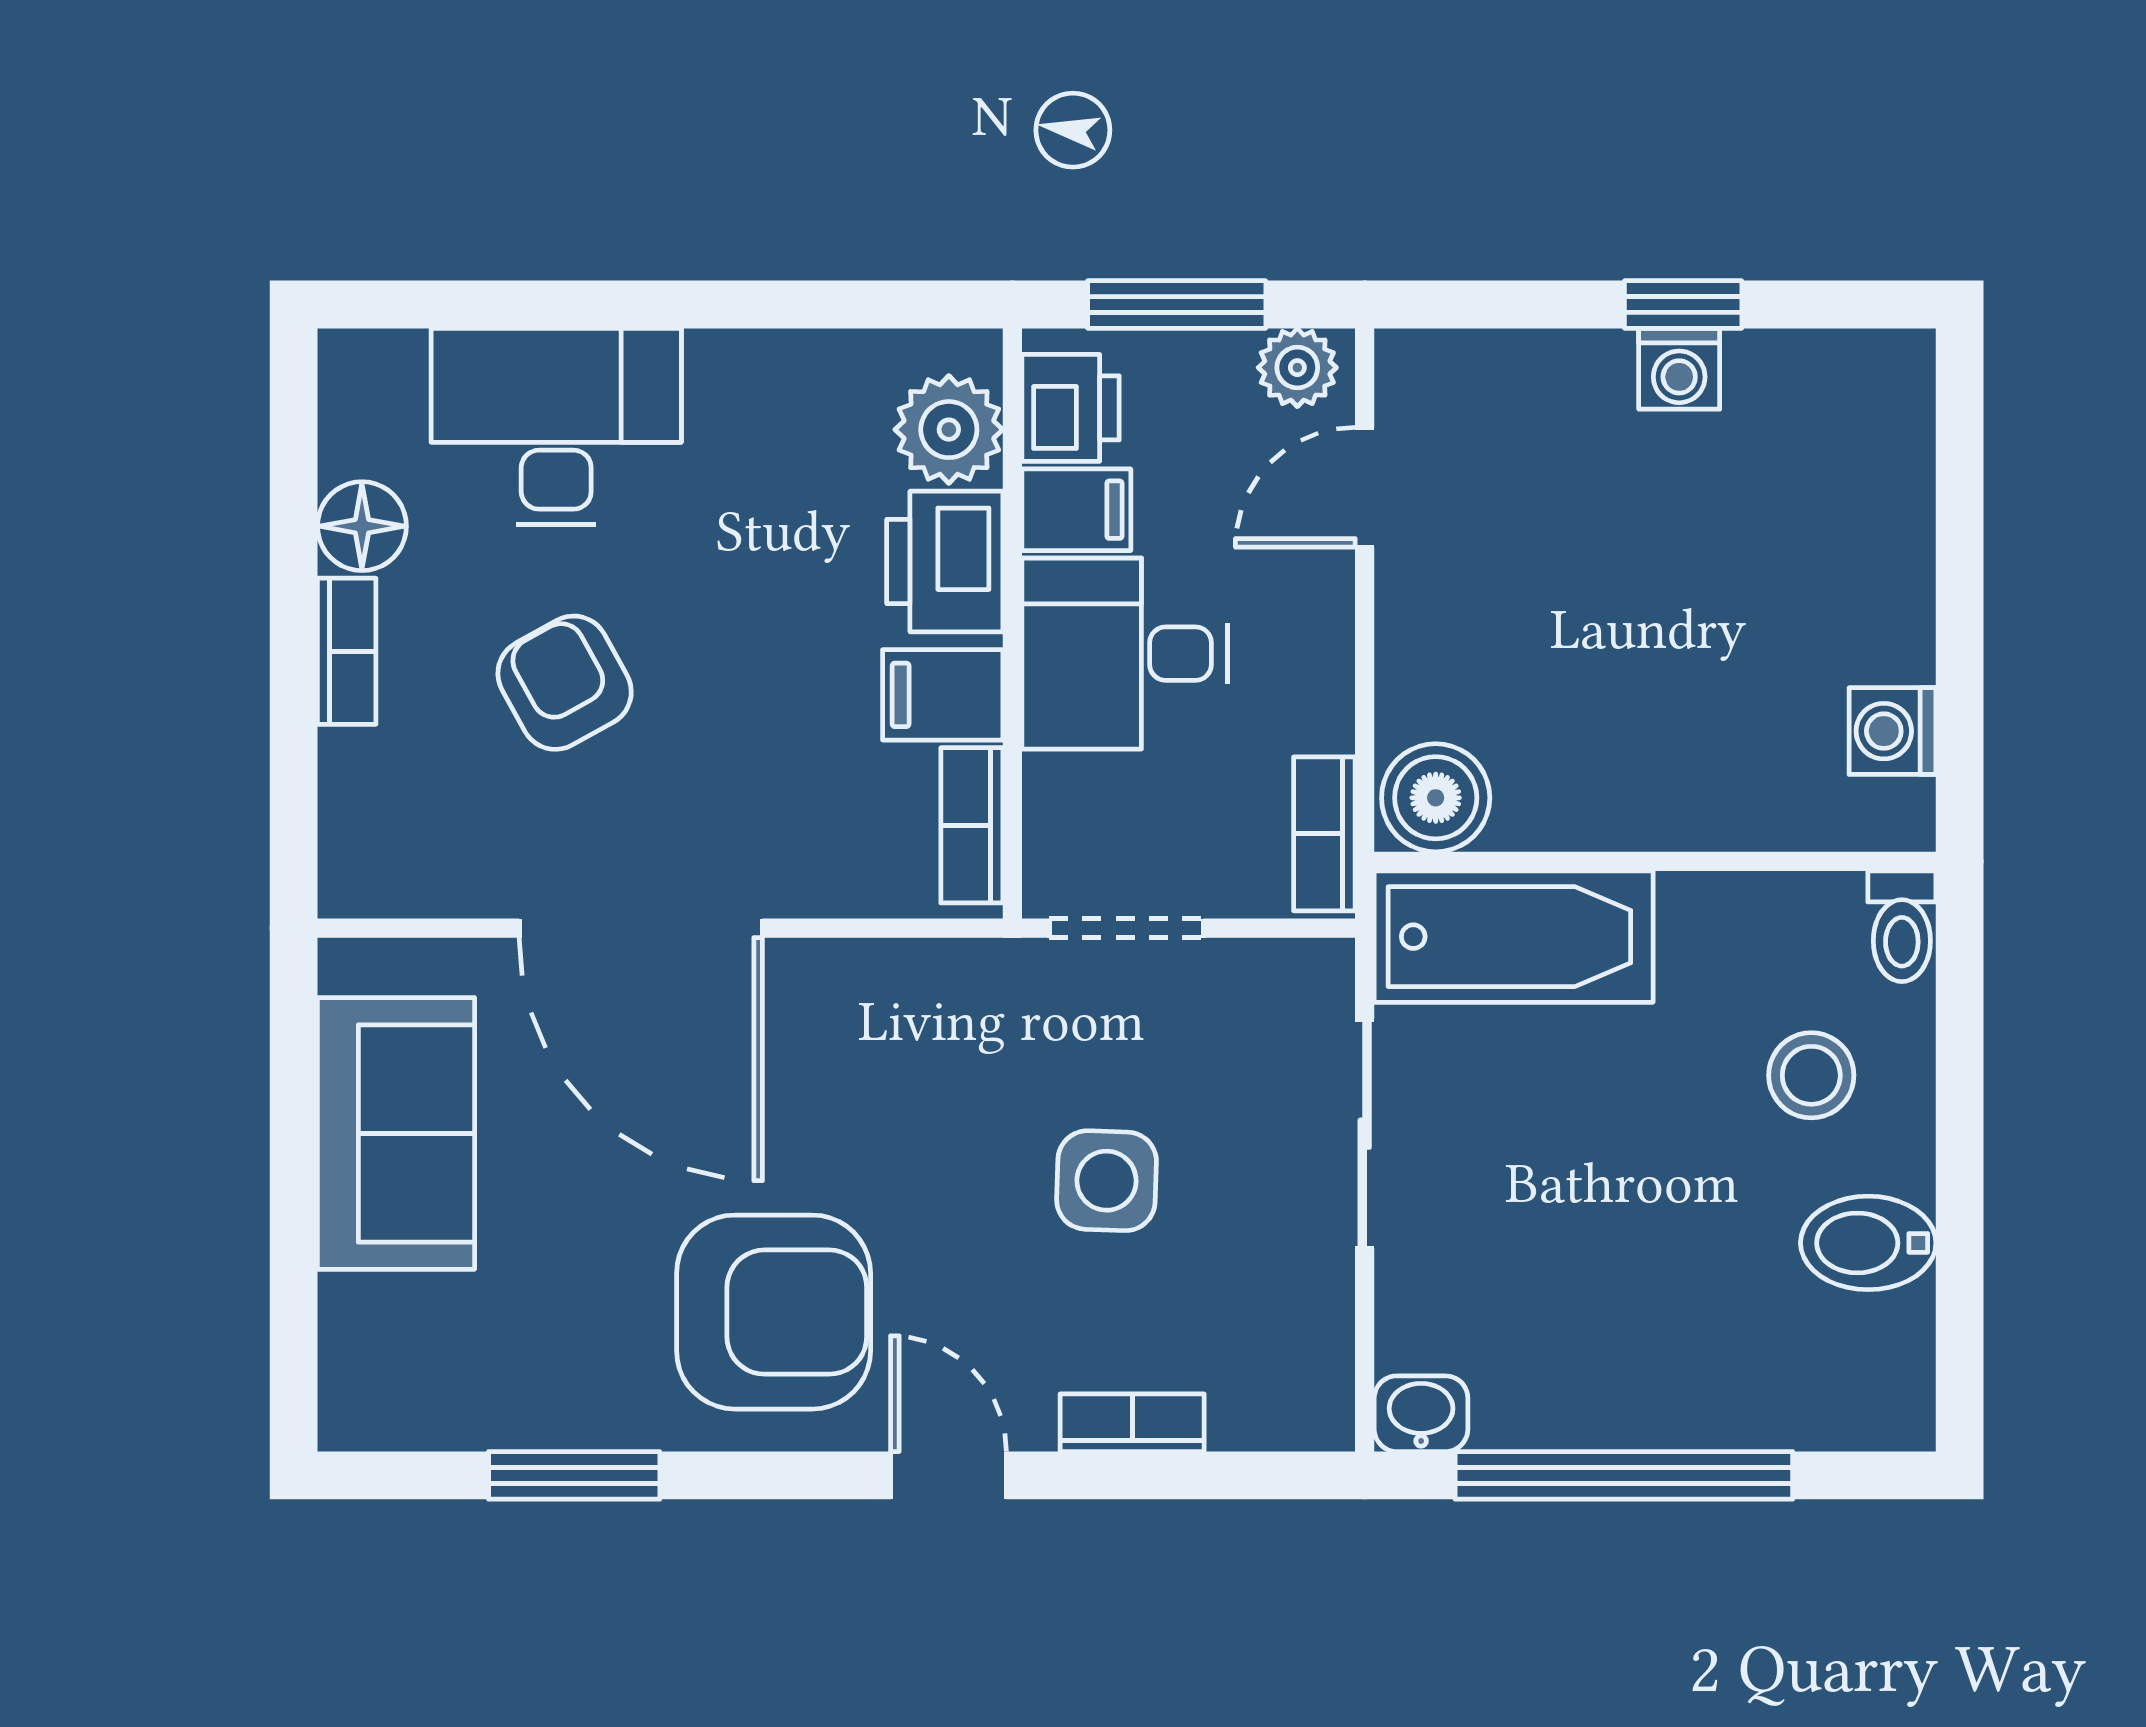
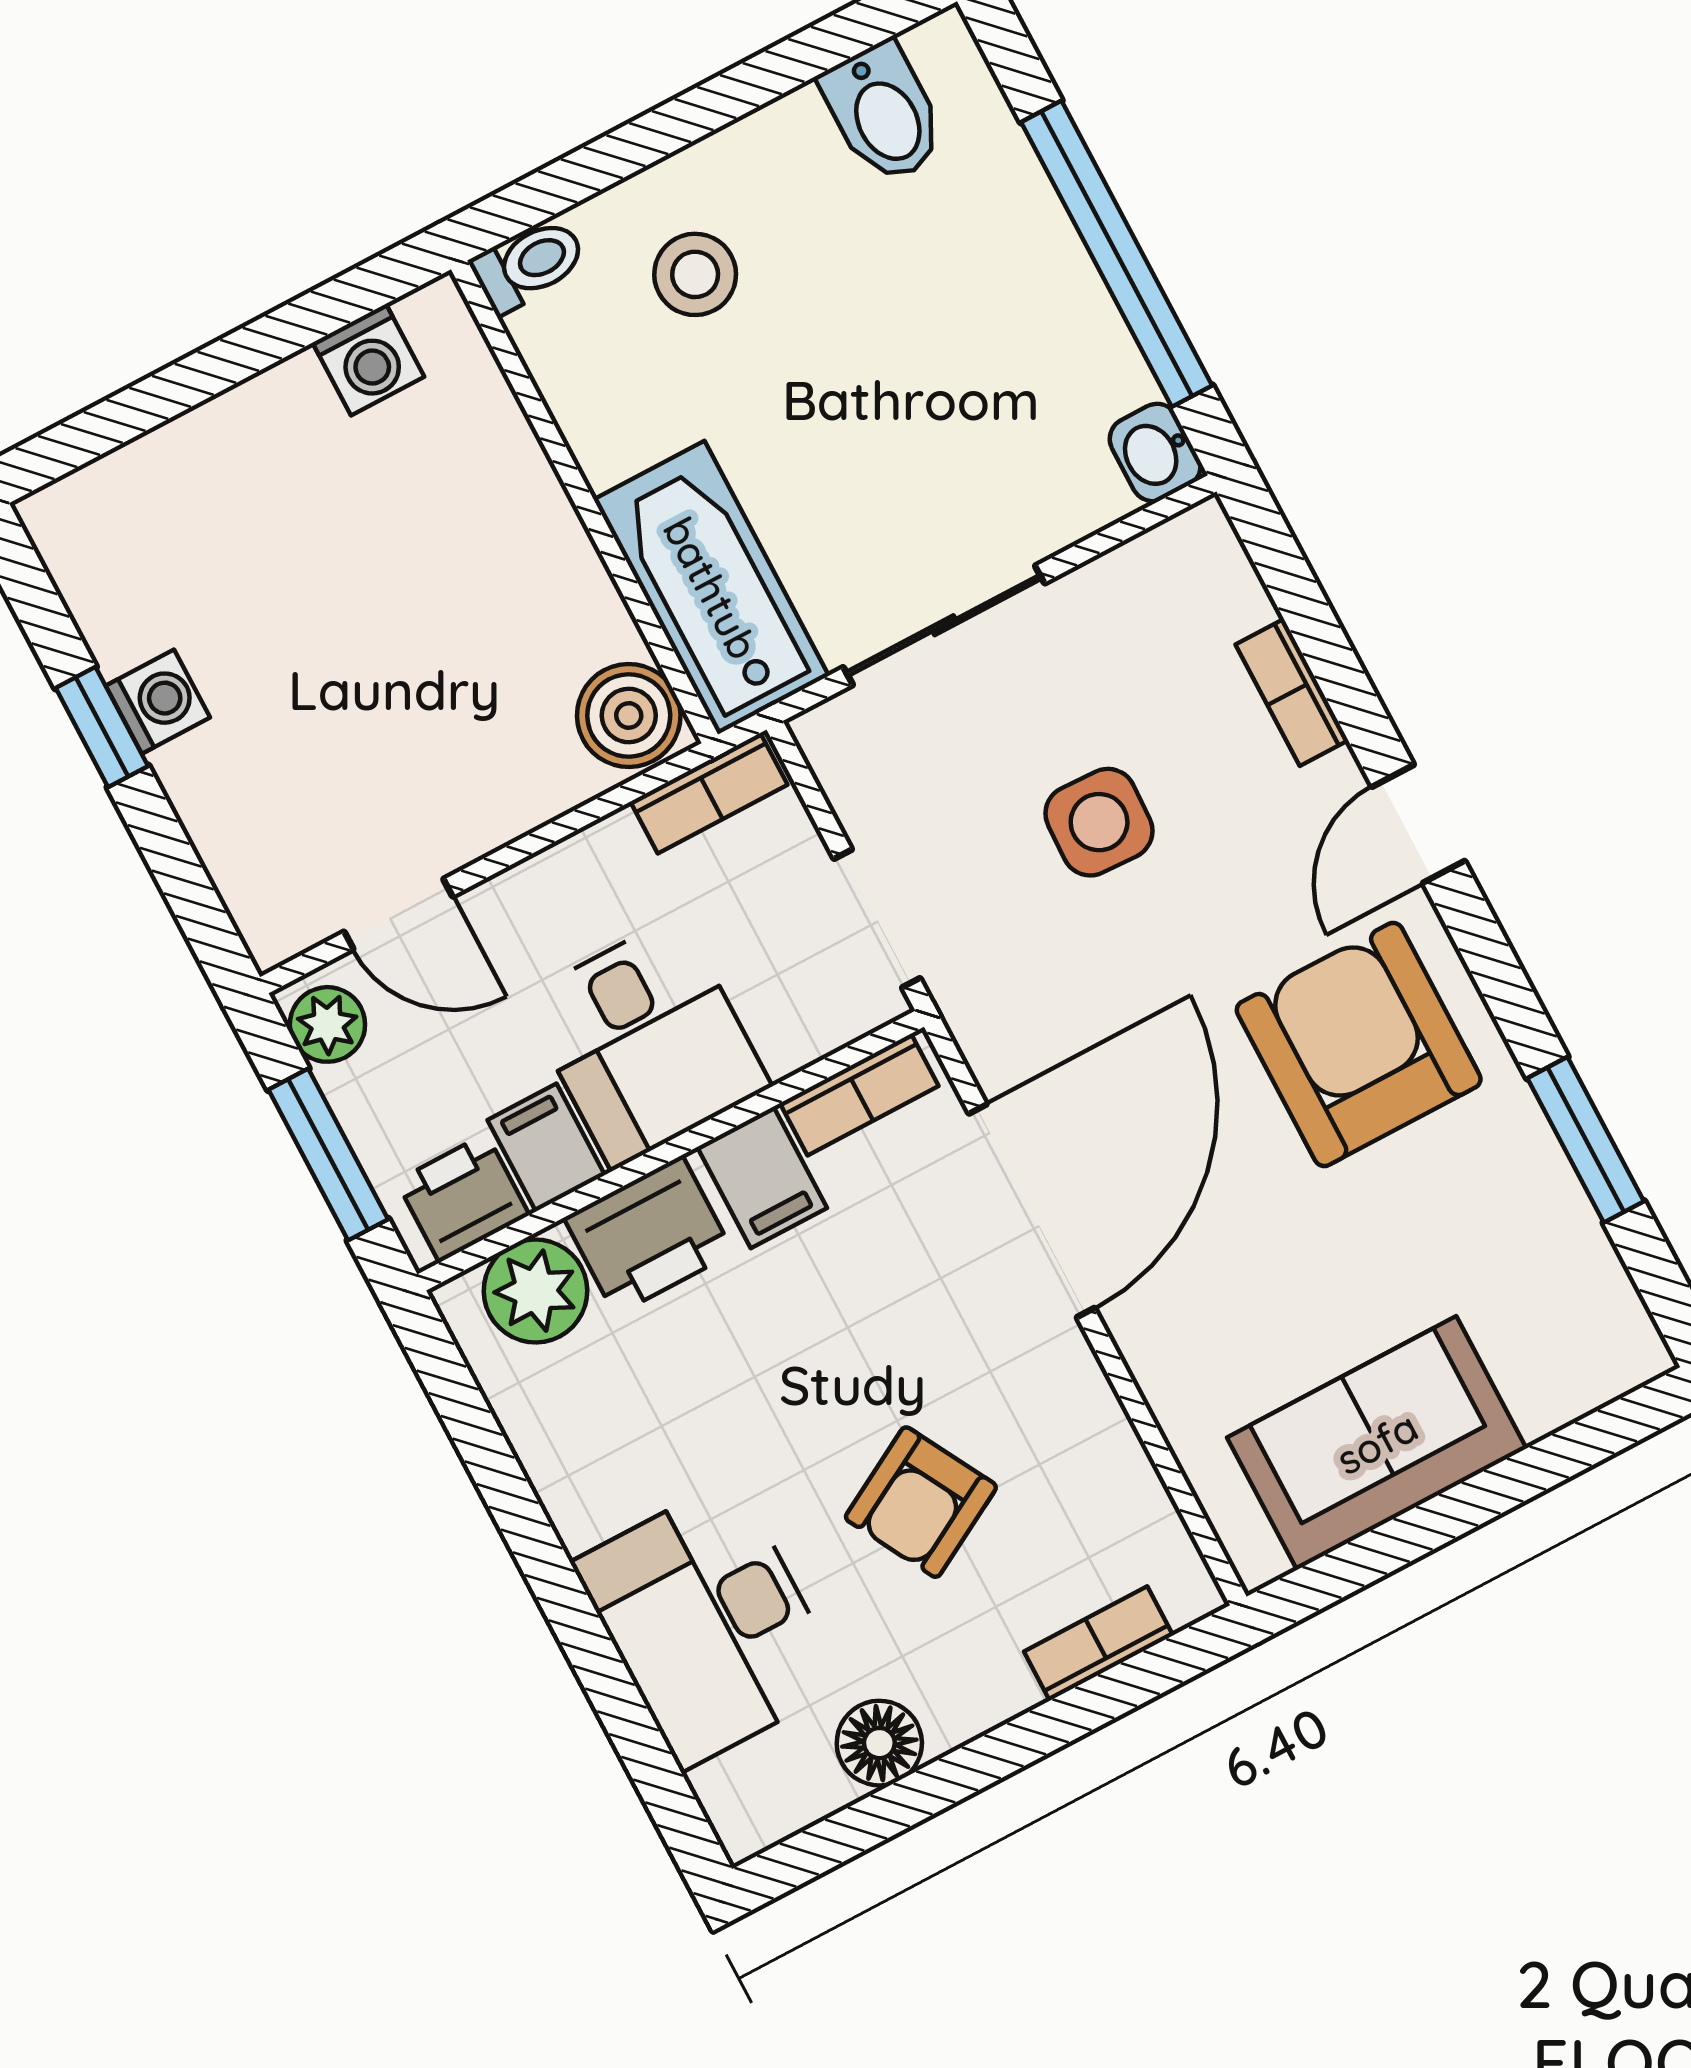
bookcase: (347, 651) -> (1098, 1643), moved
door: (641, 928) -> (1032, 1211), moved
bidet: (1868, 1243) -> (884, 113), moved

